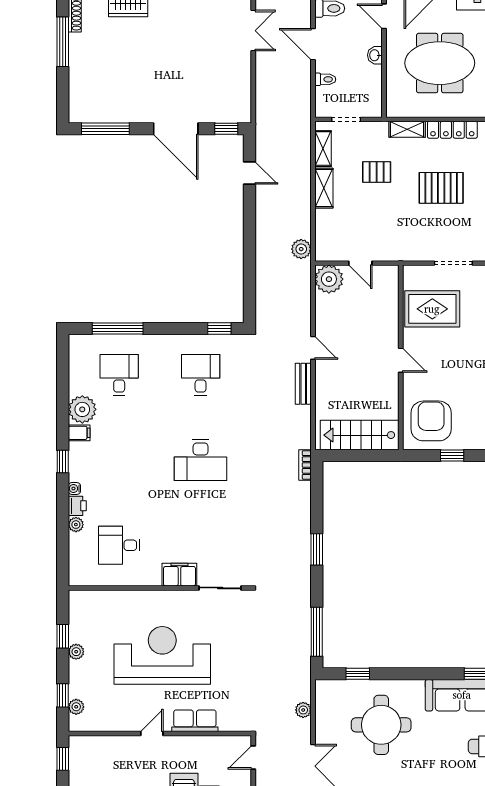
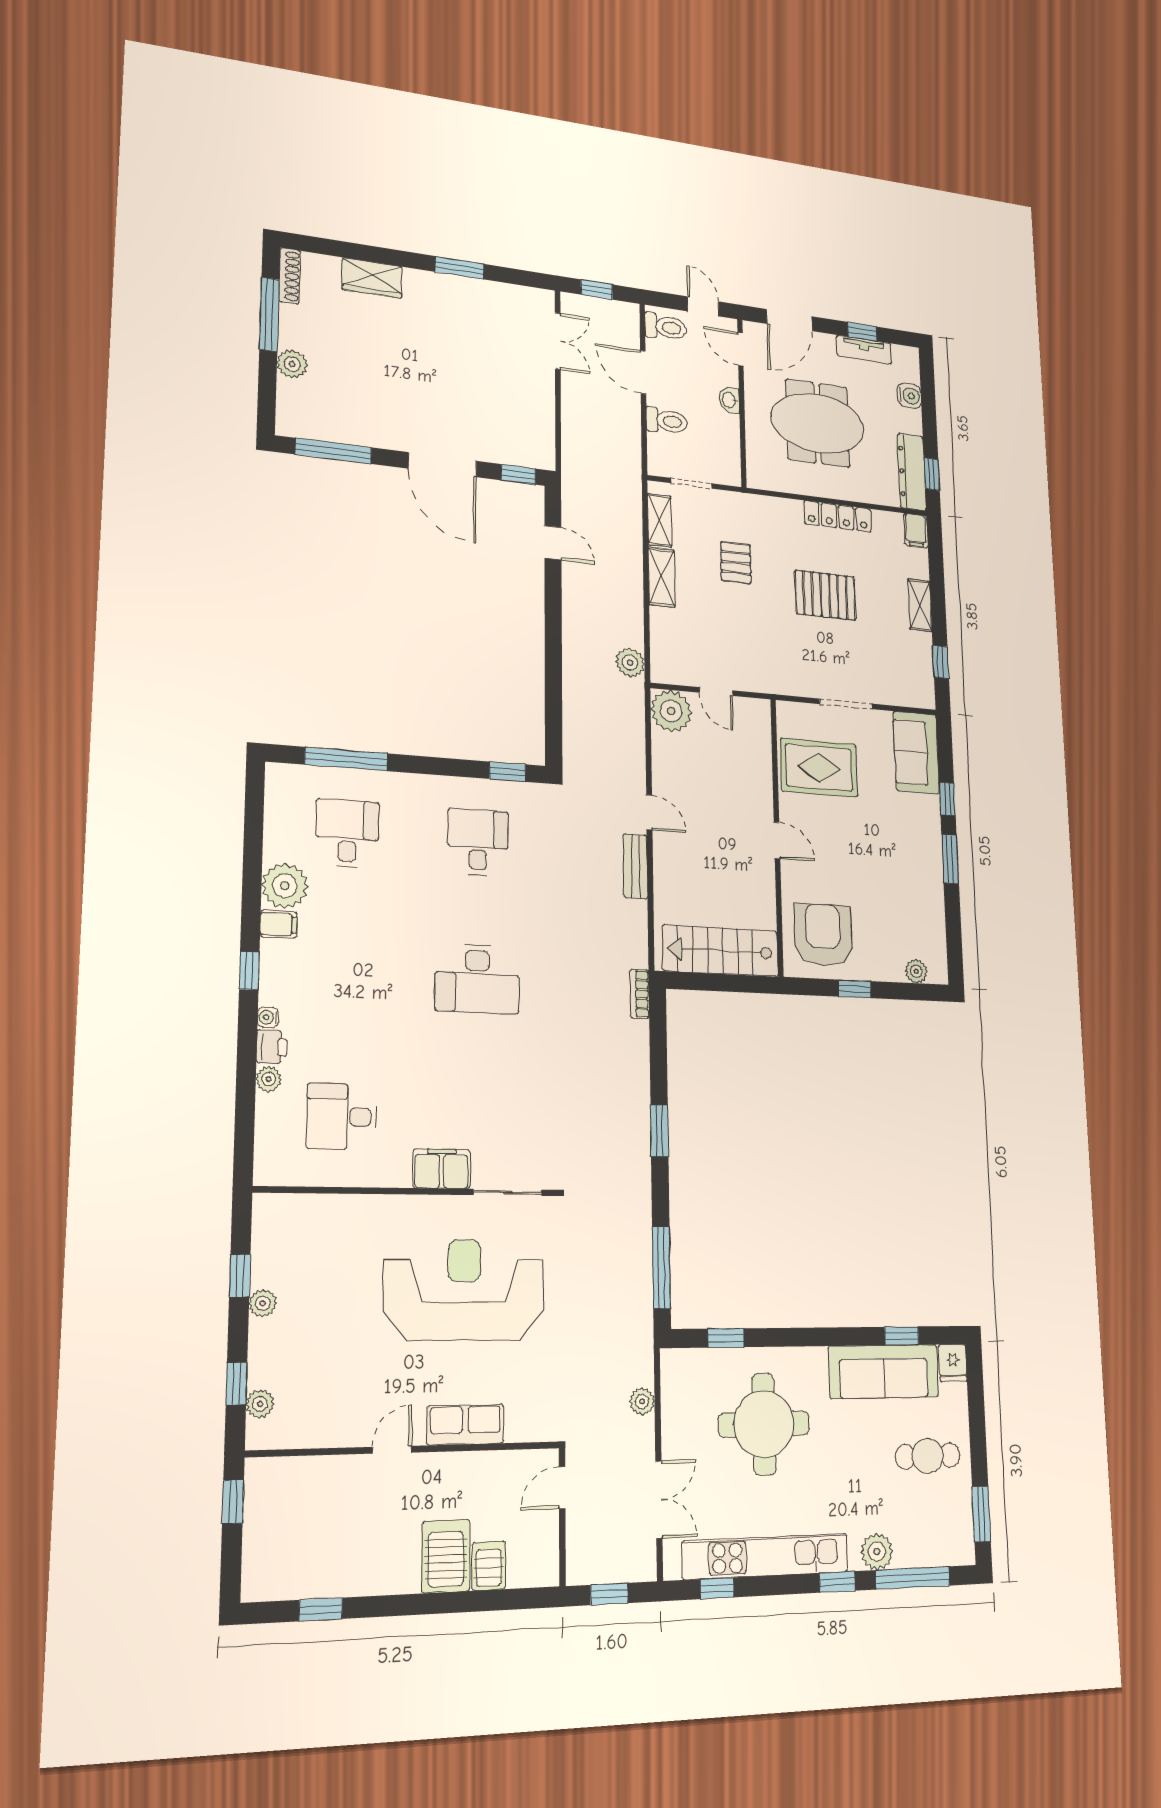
plant: (78, 74) -> (292, 364), added
toilet: (325, 79) -> (667, 421), width x1.37, depth x1.39
shelving: (407, 129) -> (776, 508), removed
pallet: (377, 172) -> (736, 563), turned 90
reception desk: (162, 655) -> (464, 1290), moved

